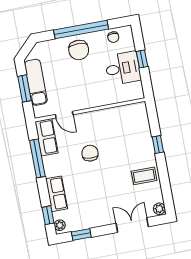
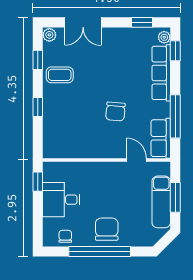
window: (142, 59) -> (38, 182), moved
window: (165, 185) -> (38, 60), added
row of seats: (57, 194) -> (161, 73), width x1.48

